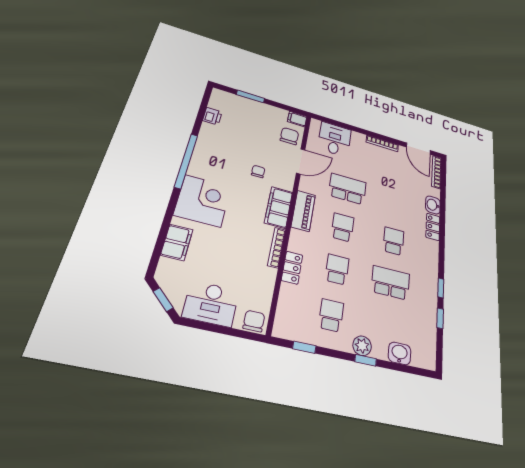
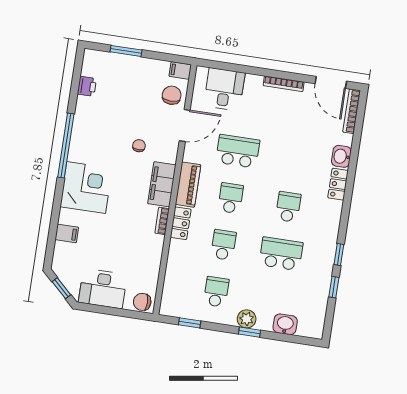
filing cabinet: (177, 242) -> (67, 233), width x0.50
bookcase: (277, 247) -> (162, 221), width x0.64
locker: (292, 268) -> (181, 223), moved
chair: (254, 321) -> (142, 302), turned -90

